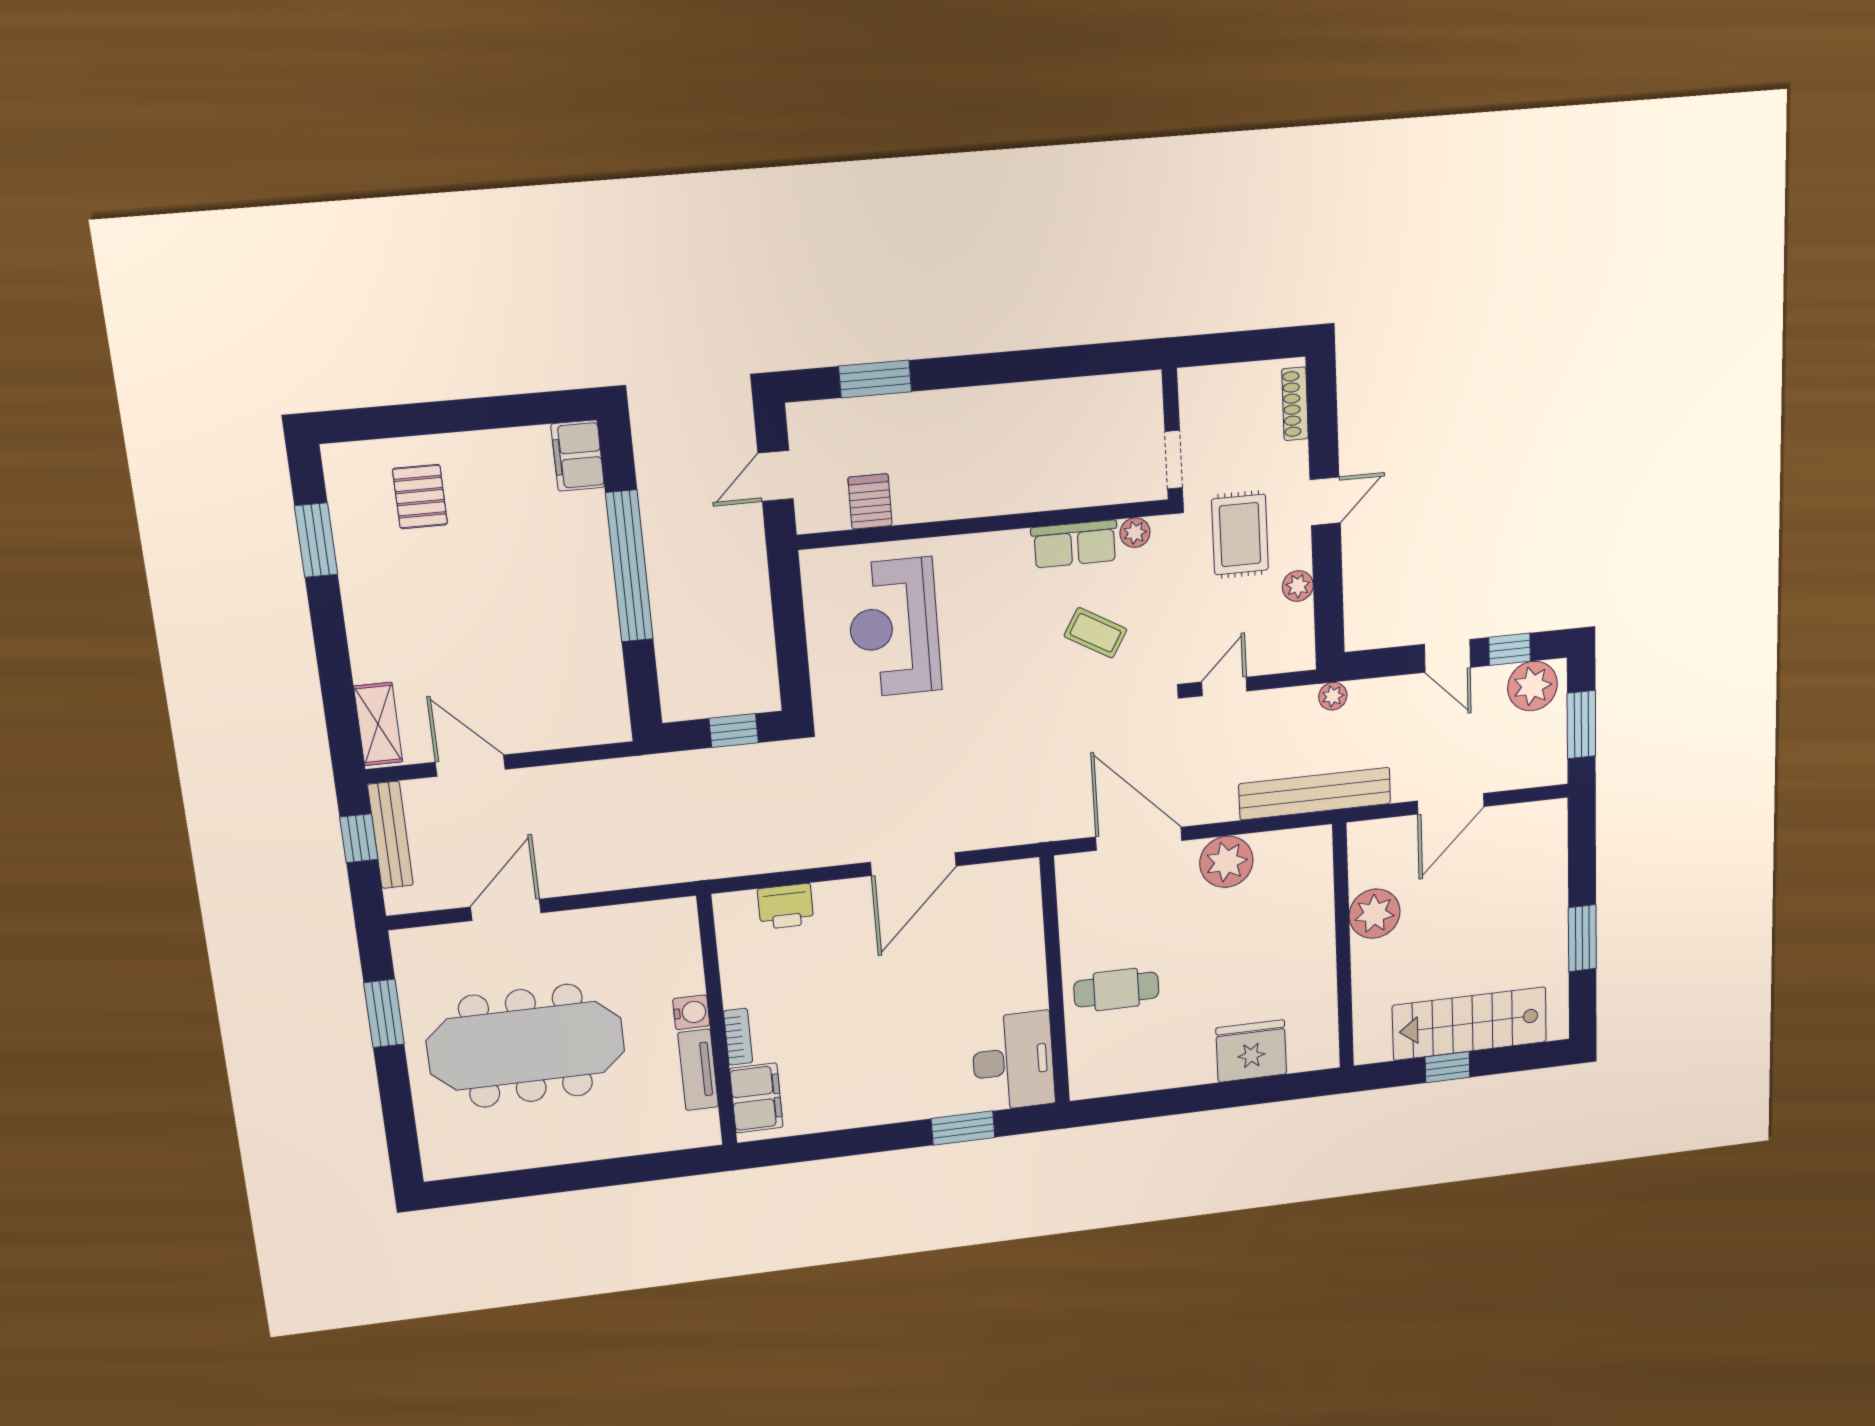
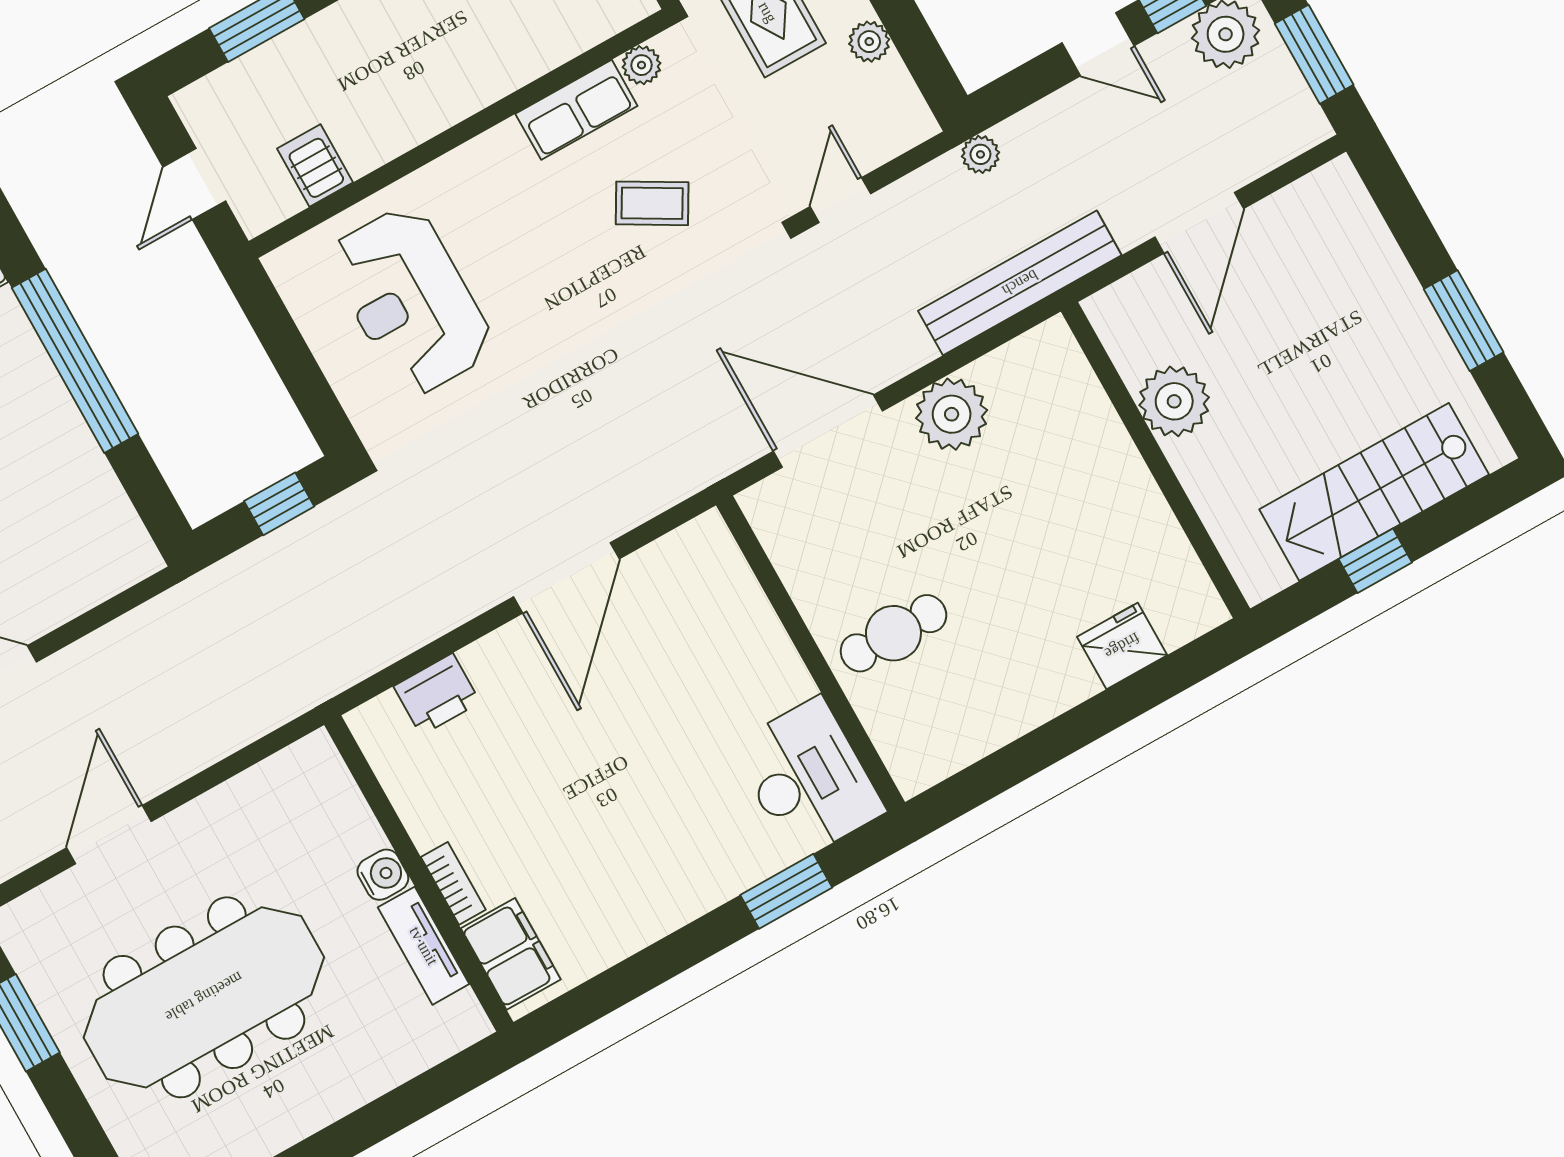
fridge: (1251, 1051) -> (1122, 646), width x0.73, depth x0.75

